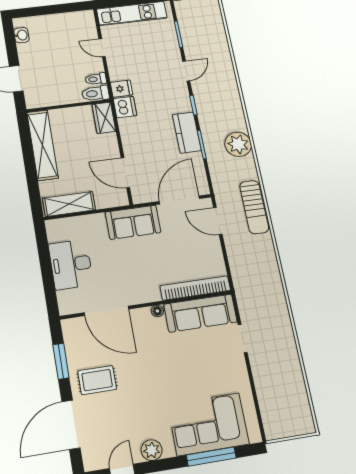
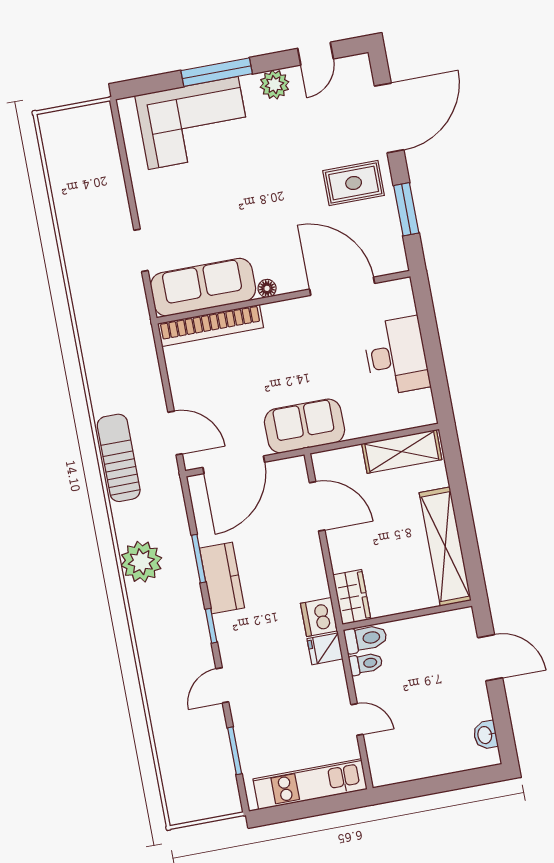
window: (211, 457) -> (217, 72), moved

